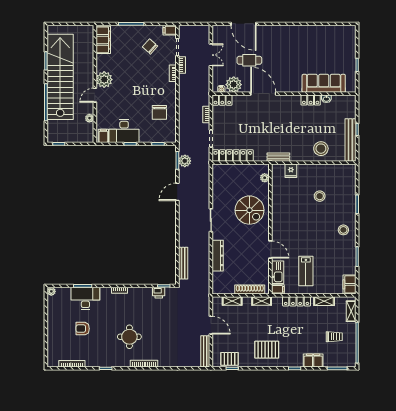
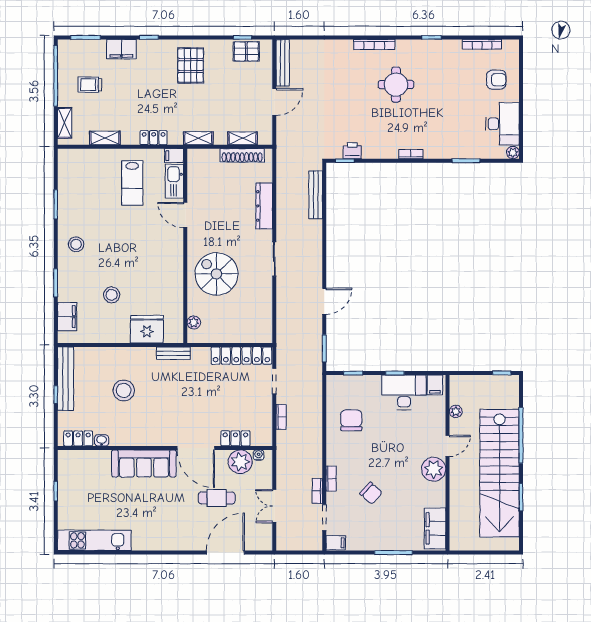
door: (243, 24) -> (225, 553), hinge flipped
kitchen unit: (331, 32) -> (94, 540), added
chair: (150, 46) -> (371, 493), moved
sofa: (324, 83) -> (144, 464), moved
locker: (222, 100) -> (235, 438), moved
locker: (311, 100) -> (78, 438), moved
stool: (321, 149) -> (124, 390), moved
plant: (185, 161) -> (313, 348), removed
fridge: (291, 171) -> (147, 329), width x1.88, depth x1.34
lab bench: (306, 271) -> (132, 183), turned 180
filing cabinet: (349, 284) -> (67, 317), moved
shoe rack: (250, 289) -> (242, 155), moved
desk: (85, 298) -> (502, 124), moved, turned -90
locker: (297, 301) -> (154, 138), width x0.66
door: (211, 325) -> (274, 102), swing flipped
armchair: (83, 329) -> (496, 80), moved
pallet: (267, 350) -> (191, 65), turned 90

